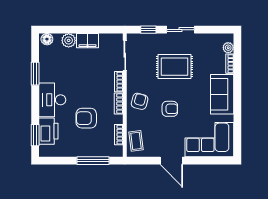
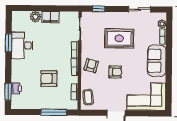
sliding door: (181, 30) -> (139, 9), moved
floor lamp: (47, 39) -> (18, 16), removed
desk: (52, 100) -> (22, 45), moved
printer: (48, 131) -> (16, 89), width x0.53, depth x0.68

